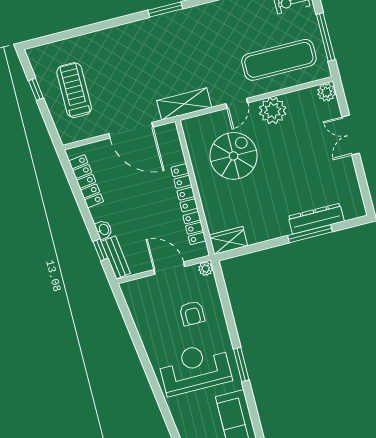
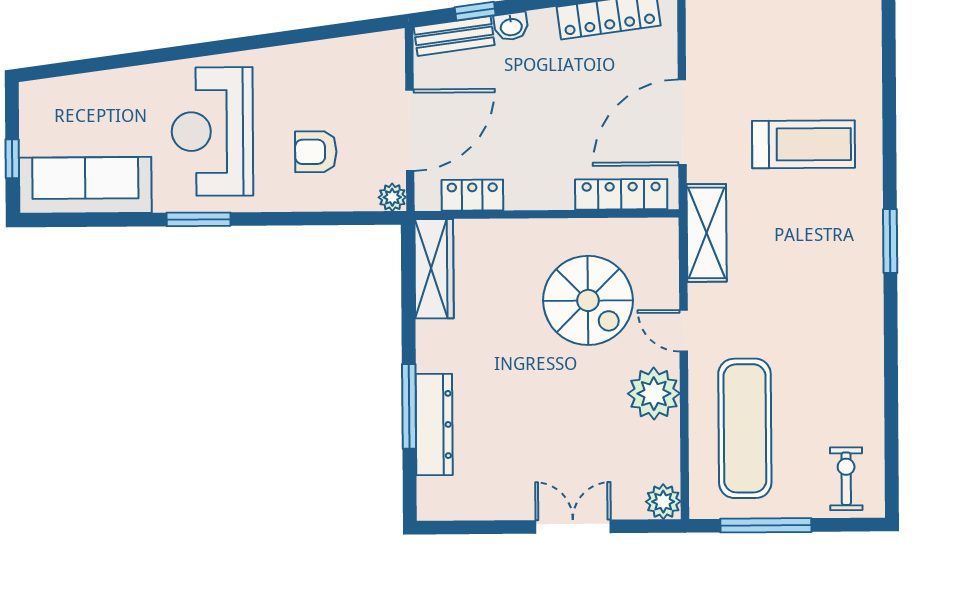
treadmill: (74, 90) -> (804, 144), moved
locker: (184, 188) -> (621, 194), moved
wardrobe: (228, 240) -> (434, 269), width x1.50
door: (169, 268) -> (410, 130), width x1.36
reception desk: (195, 369) -> (212, 132), turned 180

